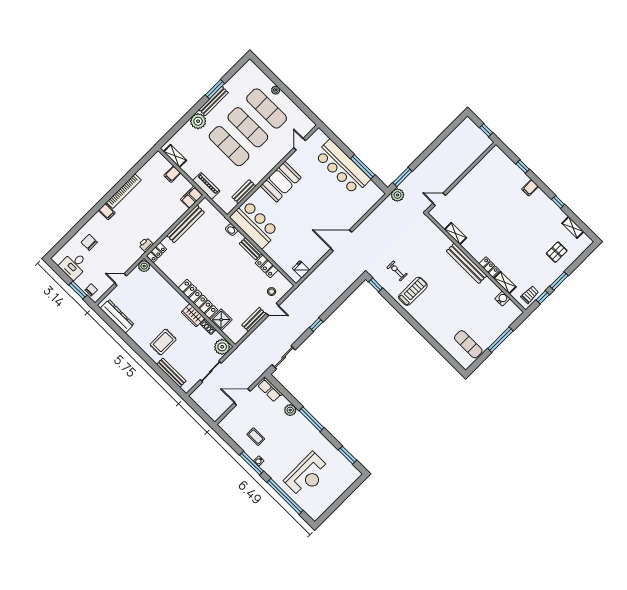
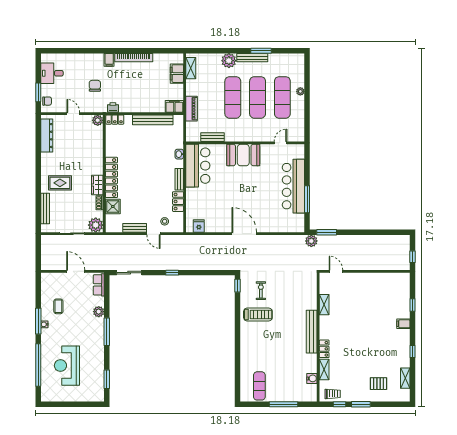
filing cabinet: (172, 174) -> (177, 74), width x2.00
chair: (89, 242) -> (95, 86), moved
reception desk: (307, 475) -> (67, 366), turned 90

